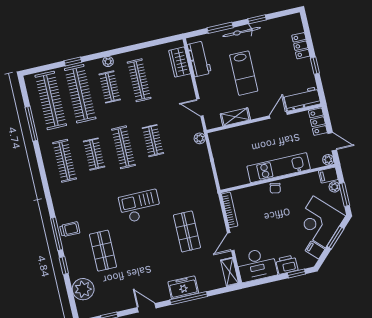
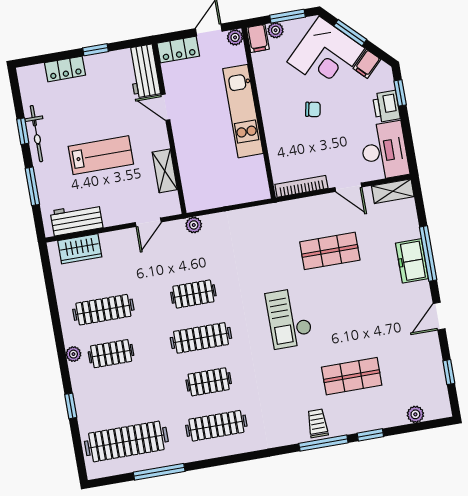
bicycle: (242, 32) -> (36, 134), moved
clothes rail: (80, 94) -> (119, 398), removed
chair: (275, 188) -> (313, 109), moved
plant: (83, 289) -> (415, 414), width x0.53, depth x0.53

